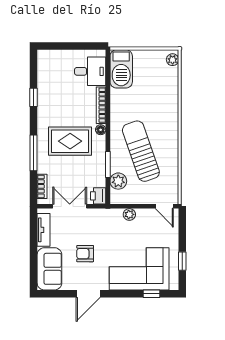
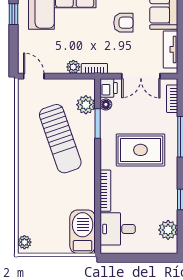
plant: (46, 71) -> (168, 230), added
floor lamp: (101, 130) -> (106, 104), moved
bookcase: (111, 213) -> (94, 69), added

